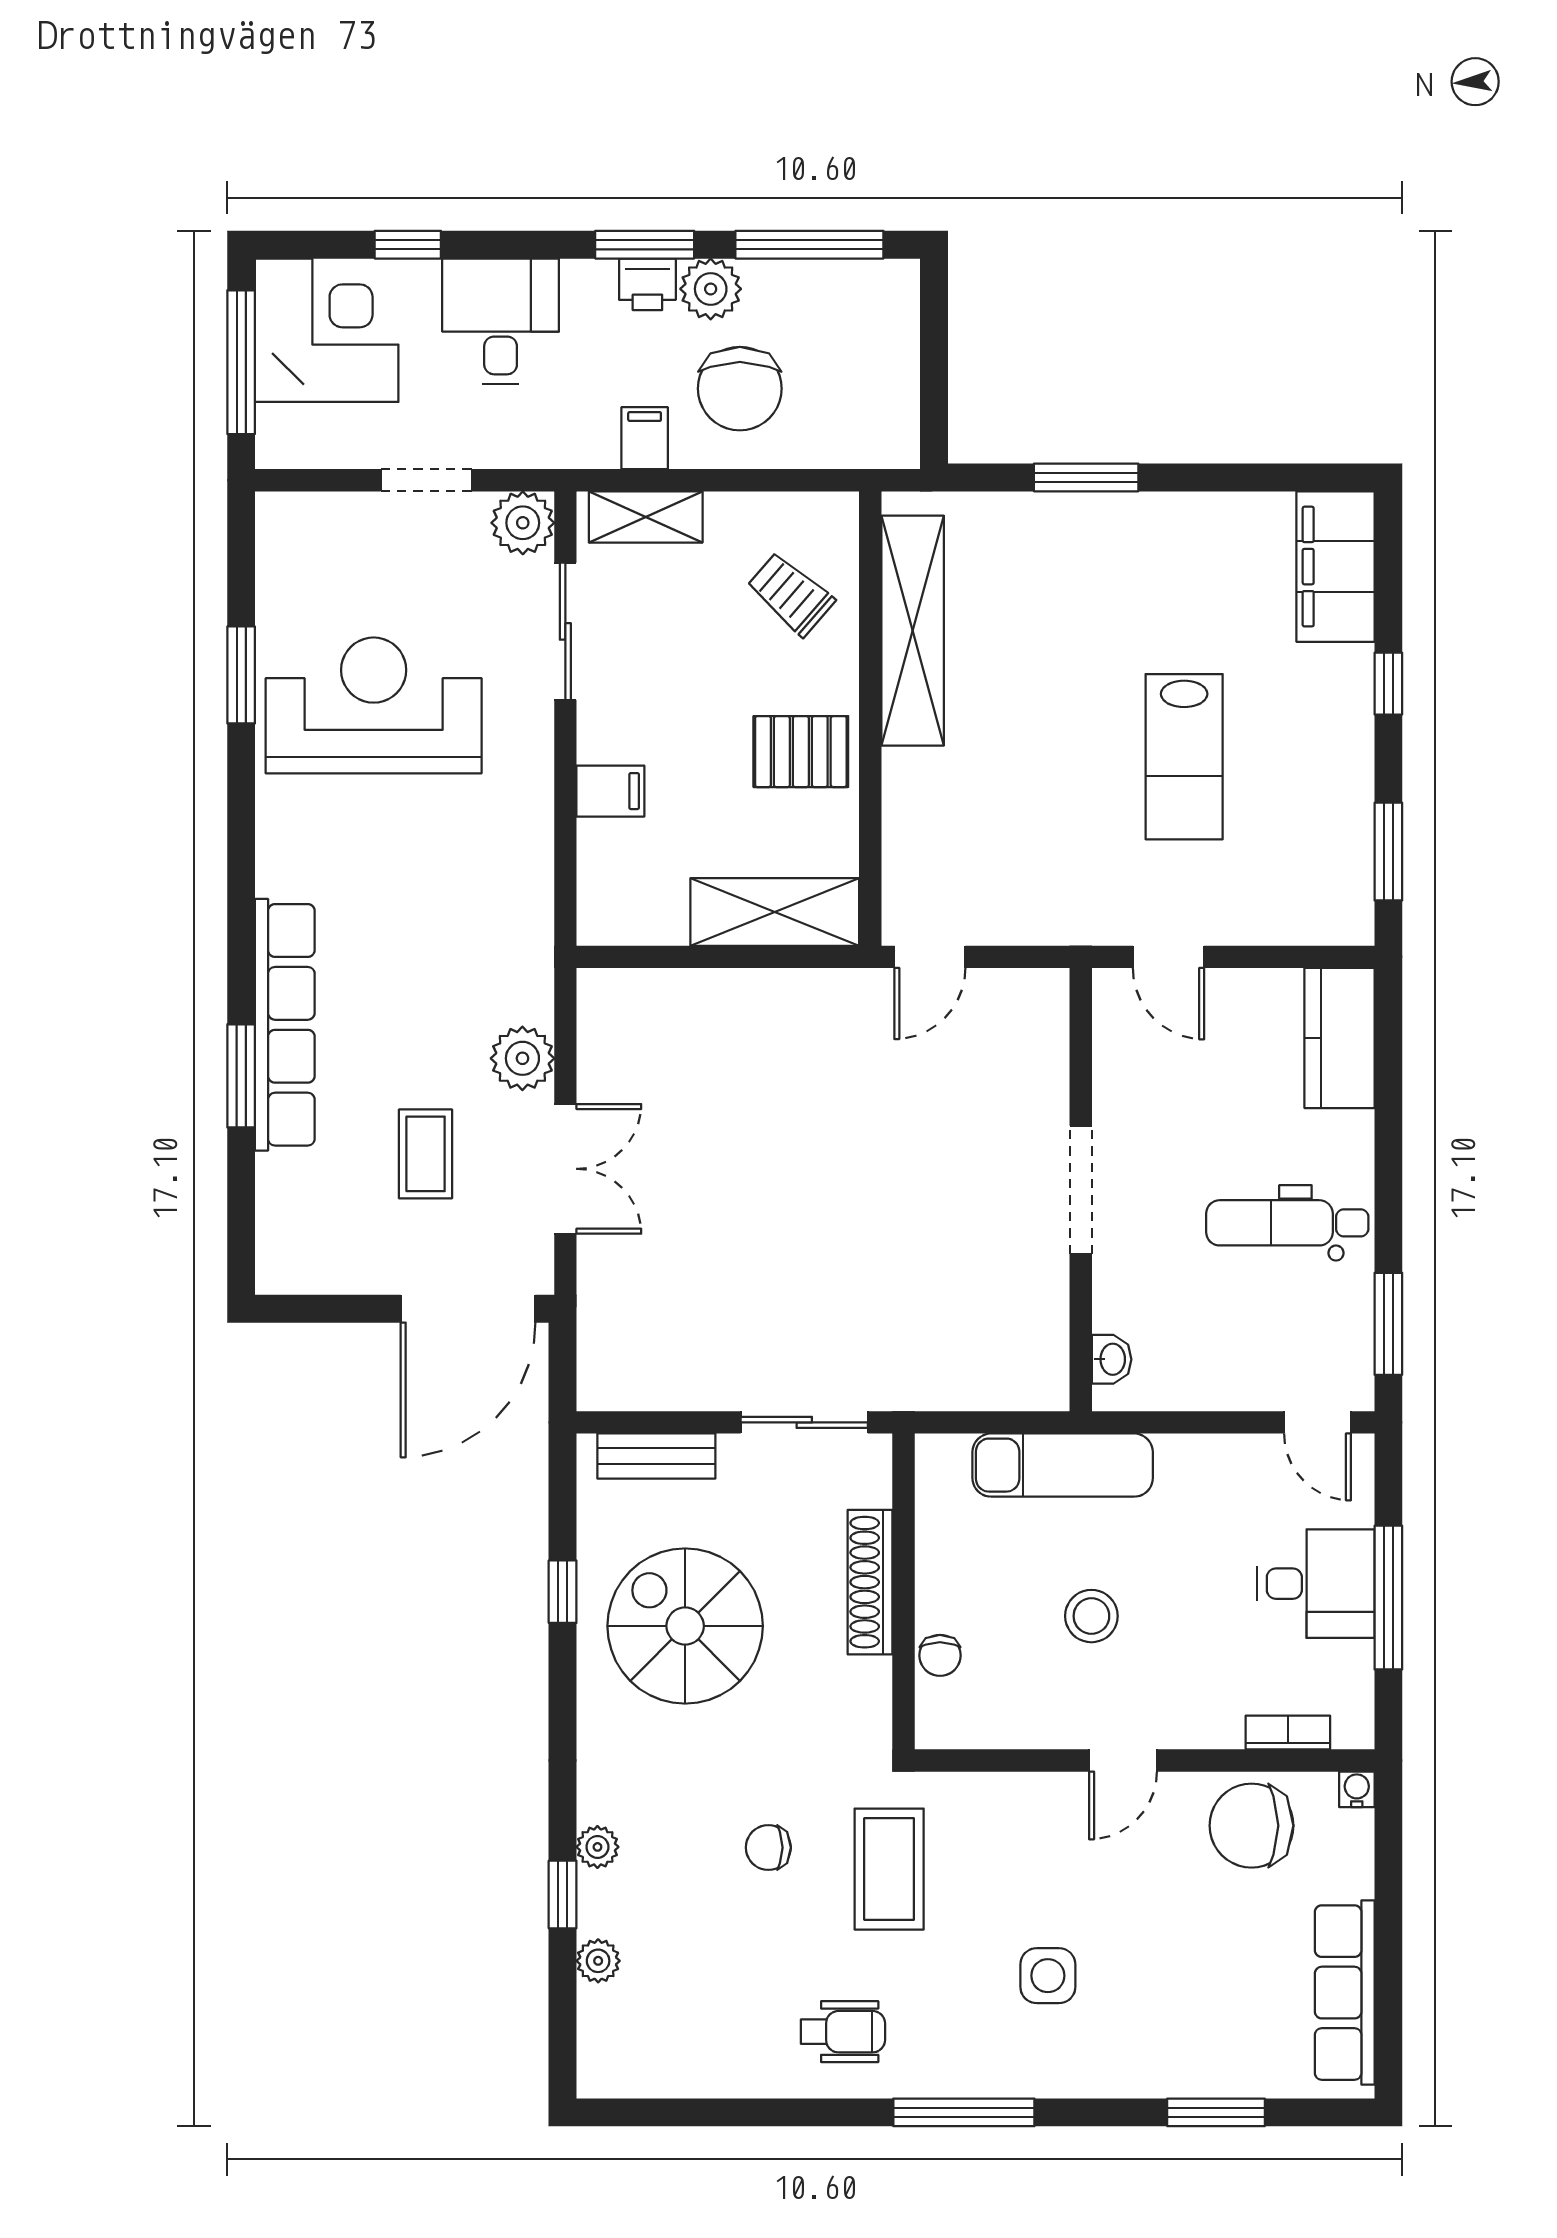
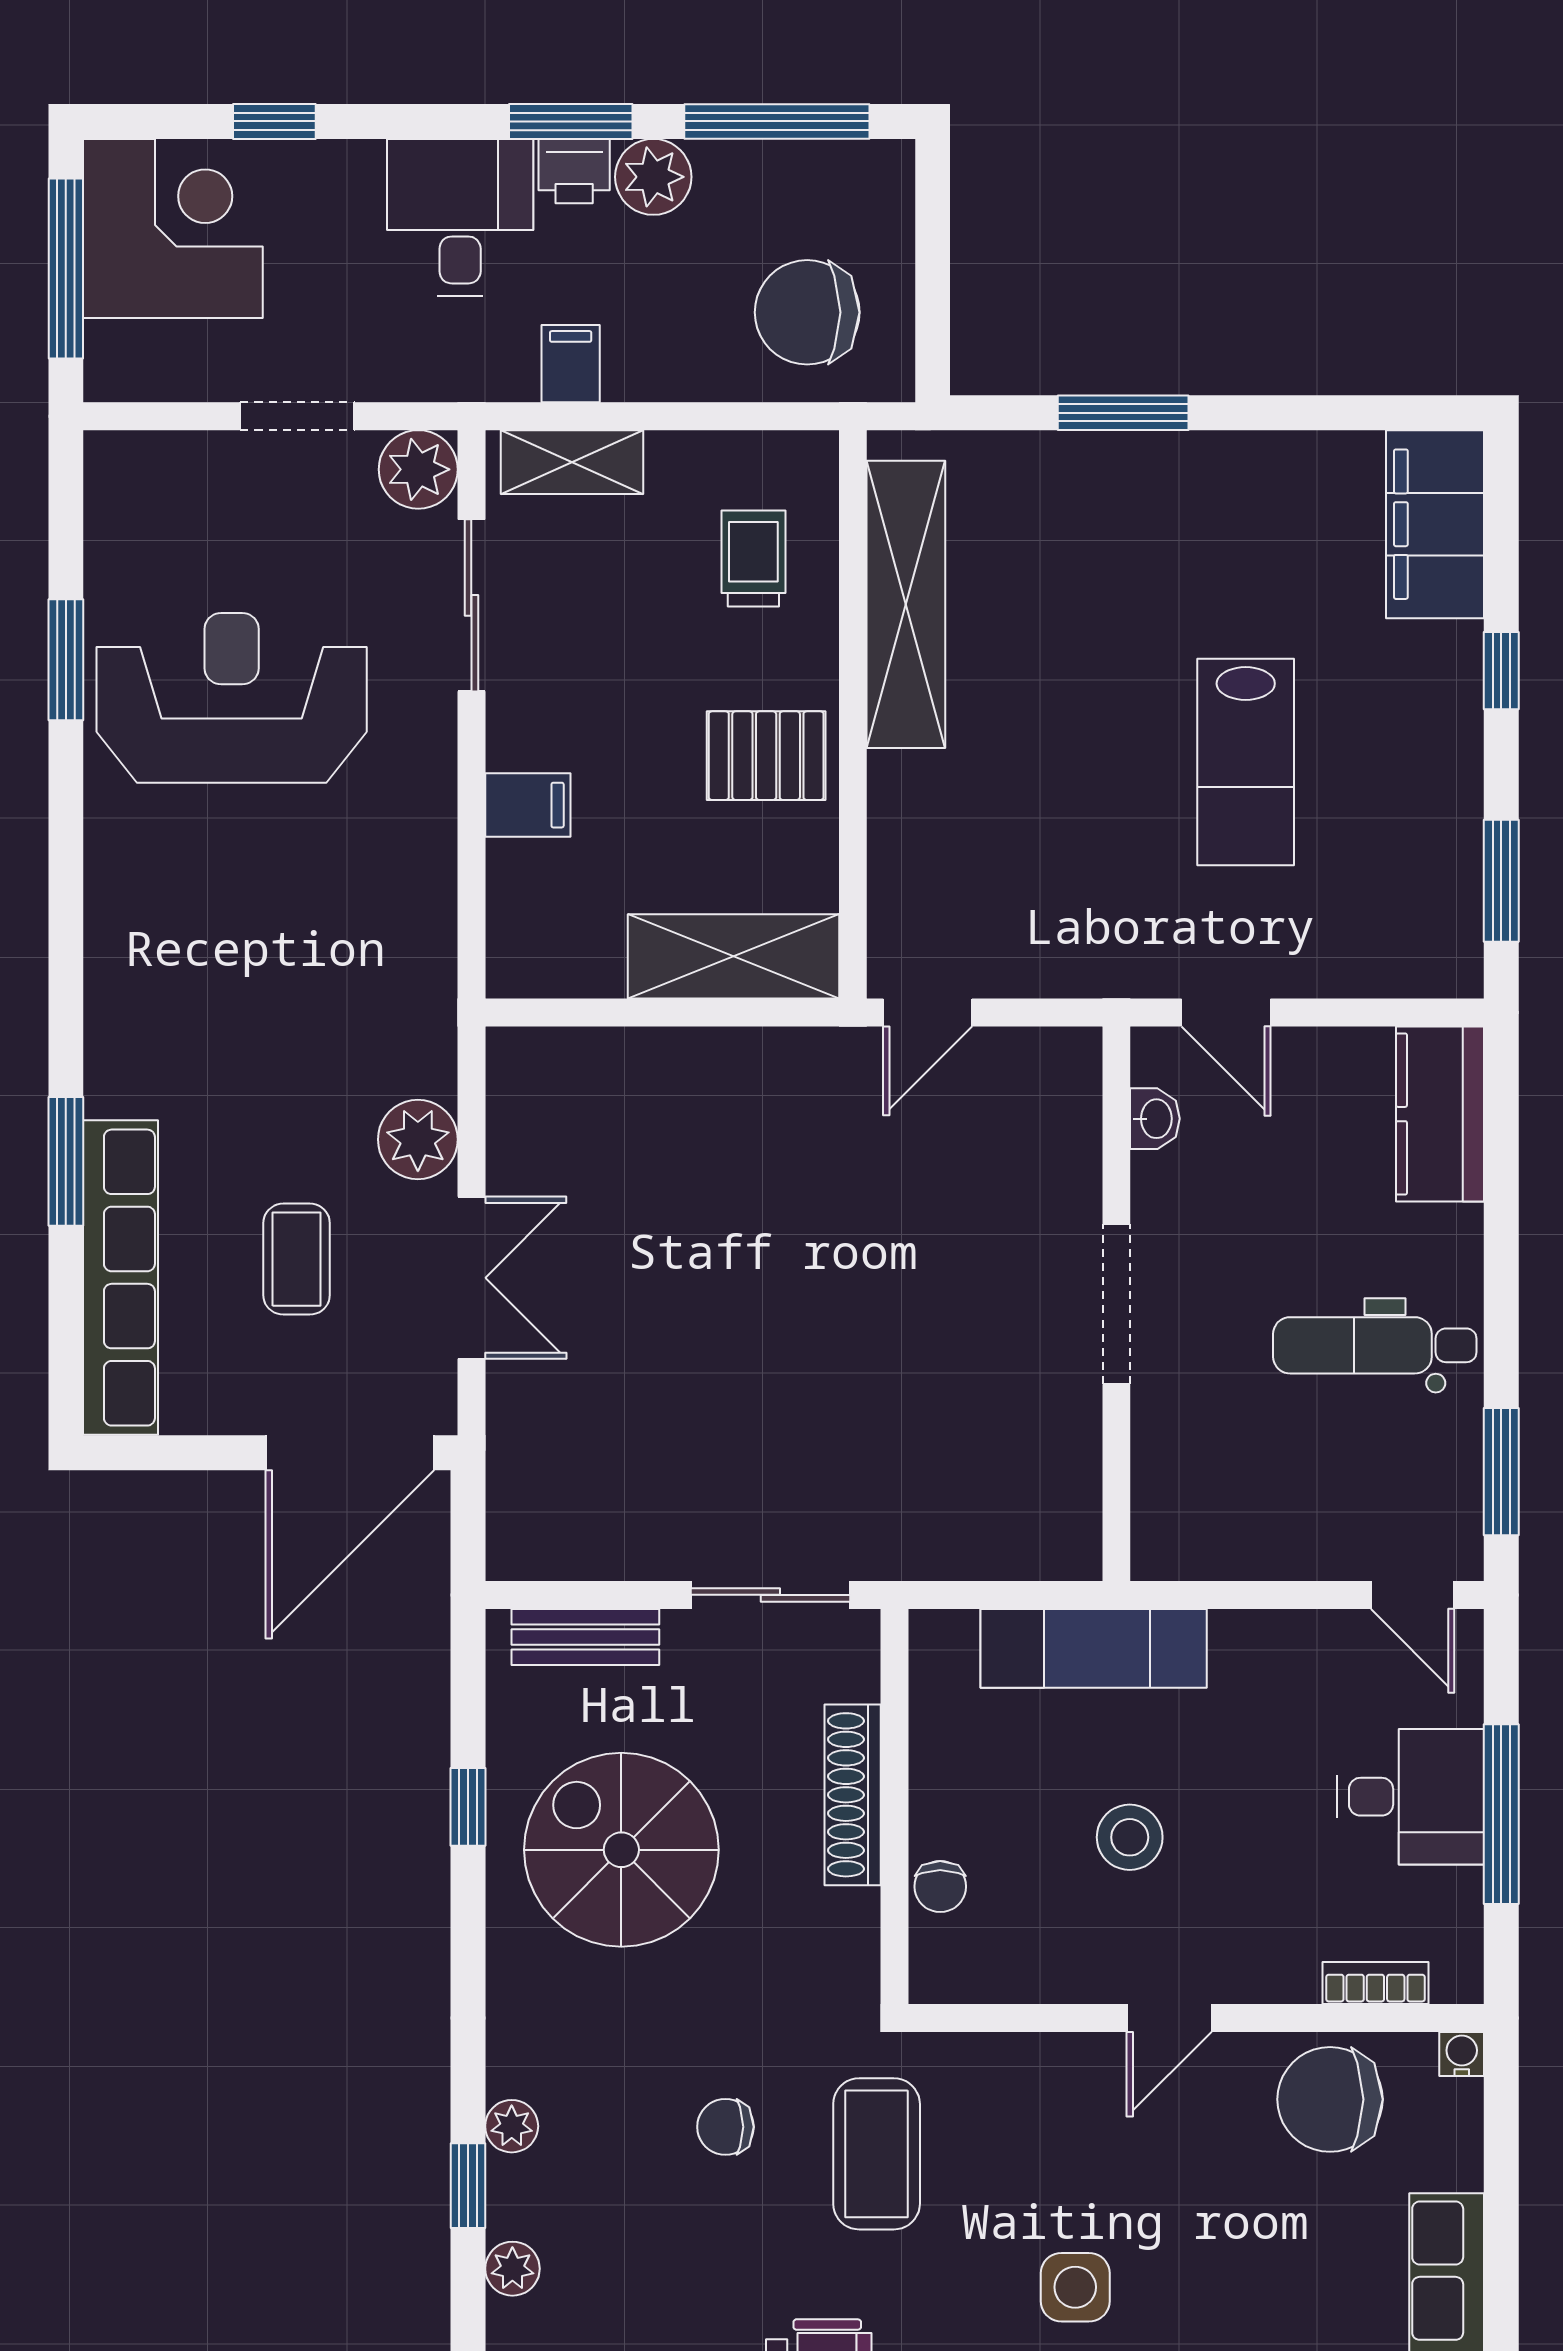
desk: (501, 321) -> (460, 217), moved
chair: (740, 389) -> (807, 312), moved, turned 90
trolley: (791, 594) -> (753, 559), turned 49
row of seats: (285, 1025) -> (120, 1278), moved
washbasin: (1112, 1359) -> (1155, 1119), moved

